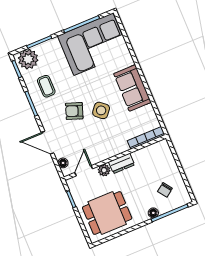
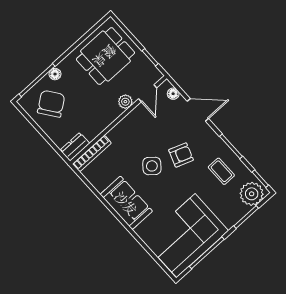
dresser: (122, 163) -> (75, 147), moved
chair: (165, 190) -> (51, 104), width x1.87, depth x1.87

